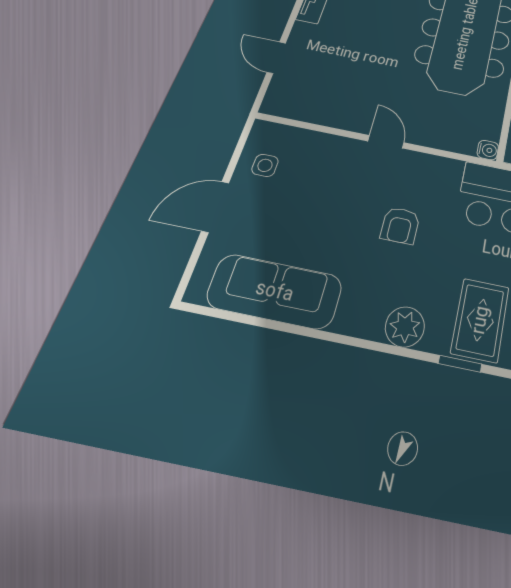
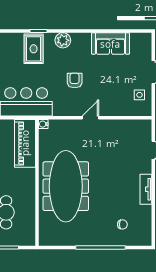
door: (386, 142) -> (90, 118), swing flipped
sofa: (275, 291) -> (110, 44), width x0.73

